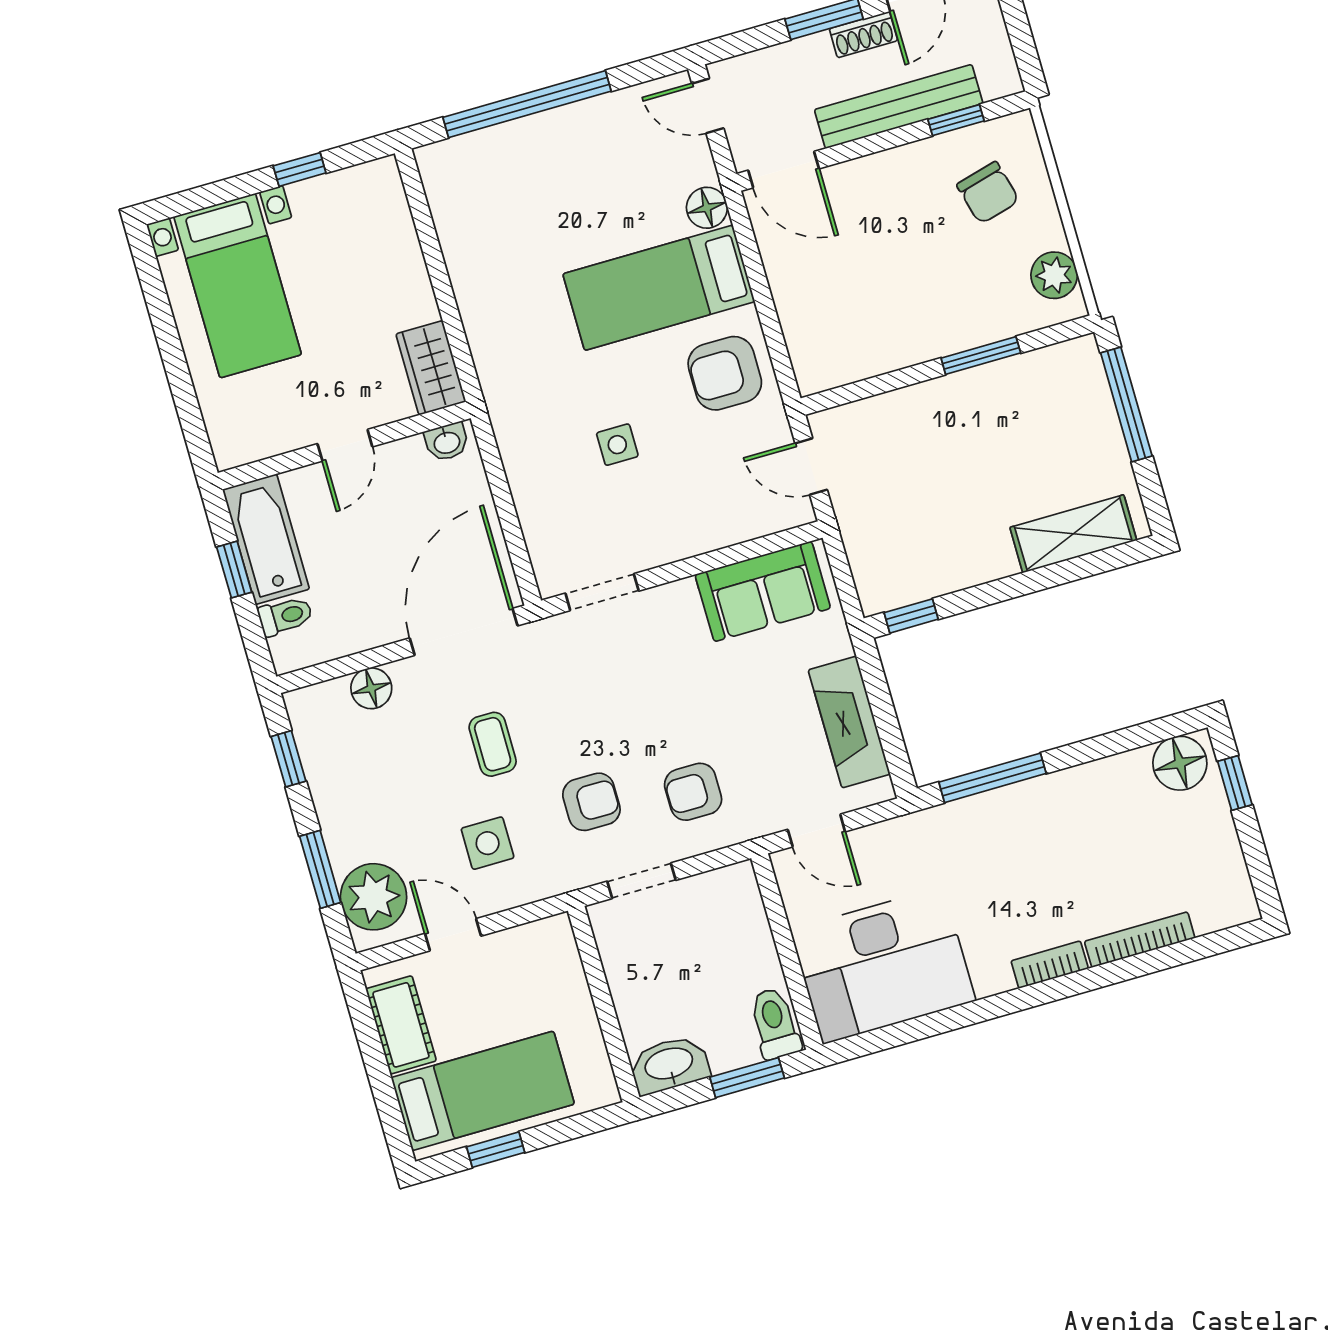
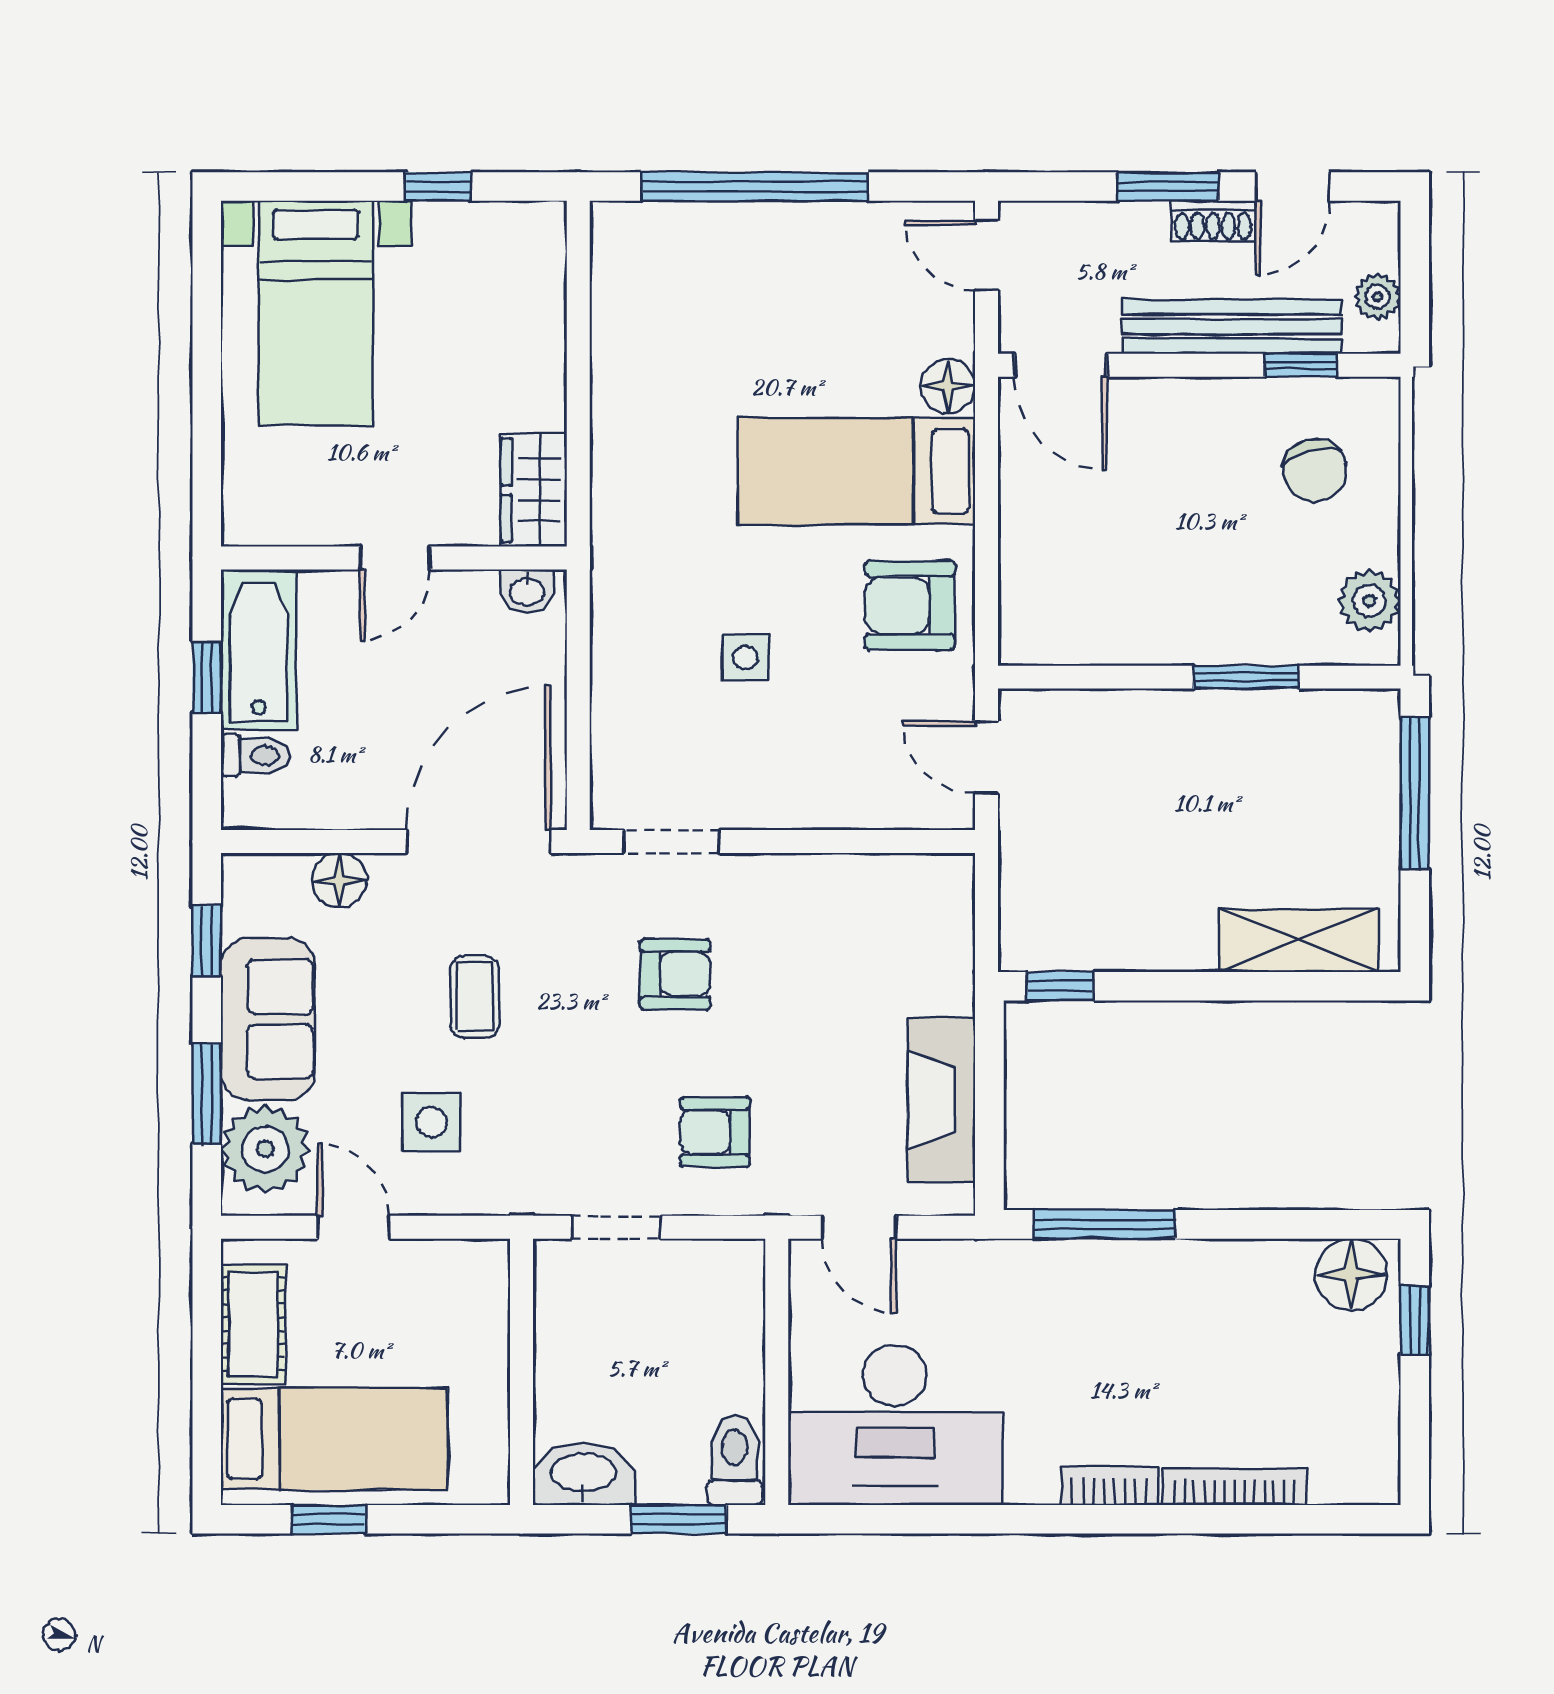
plant: (997, 55) -> (1378, 297), added
sofa: (763, 591) -> (268, 1019), moved, turned -90
armchair: (591, 802) -> (675, 974), moved

